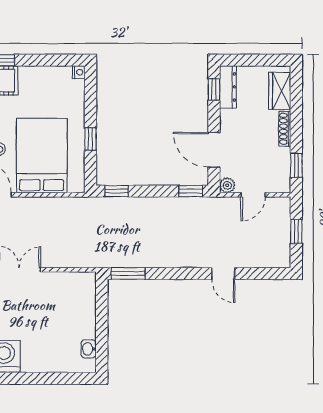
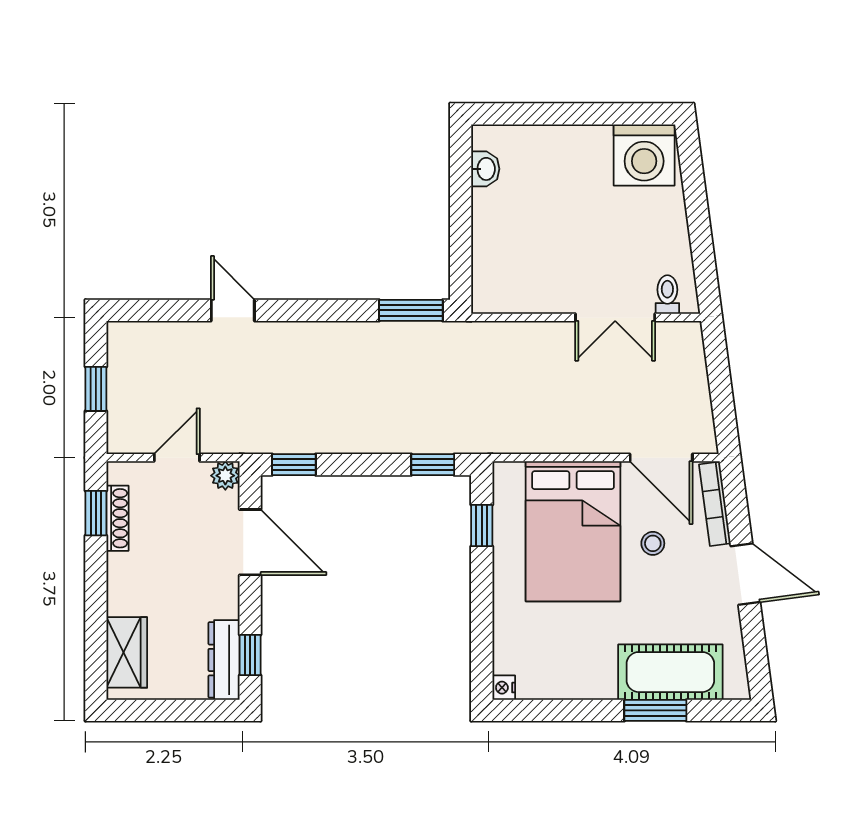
shoe rack: (285, 129) -> (117, 518), moved
window: (90, 139) -> (482, 525), moved

